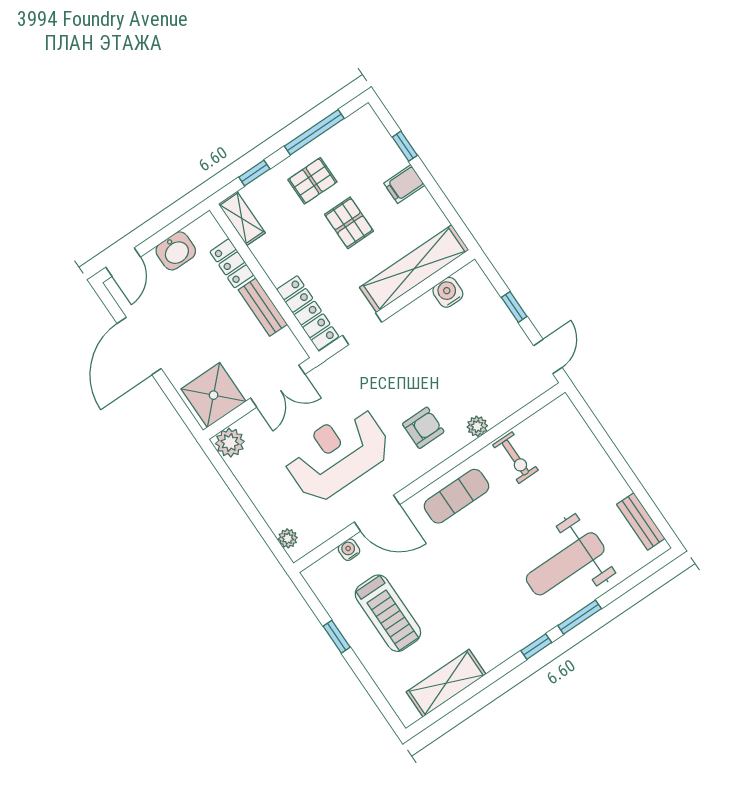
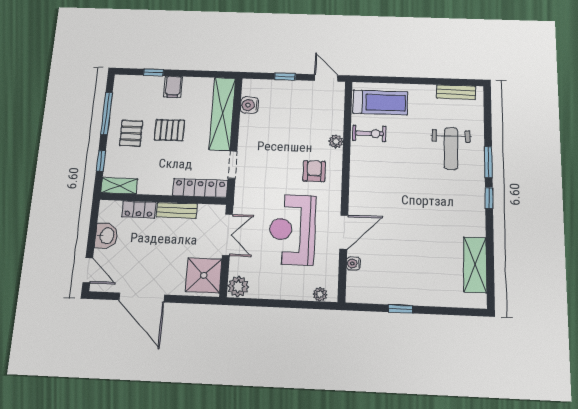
exercise mat: (456, 496) -> (367, 181), removed
weight bench: (565, 564) -> (451, 149), width x0.73, depth x0.75
treadmill: (388, 613) -> (380, 102), moved

